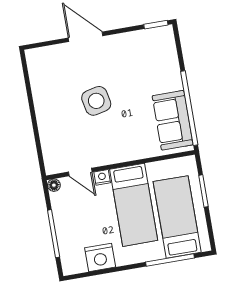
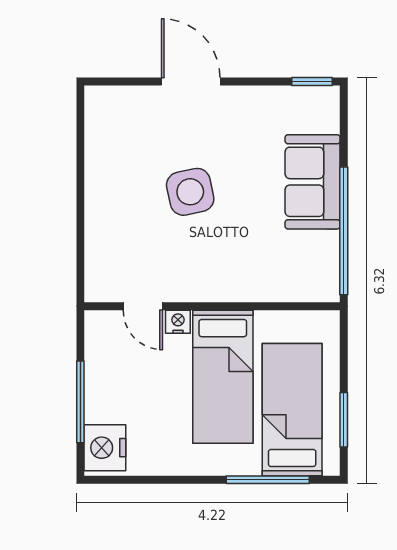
sofa: (173, 120) -> (313, 182), moved
floor lamp: (54, 185) -> (95, 321), removed
window: (203, 191) -> (344, 420), moved
nightstand: (100, 257) -> (105, 448), moved, turned 90

